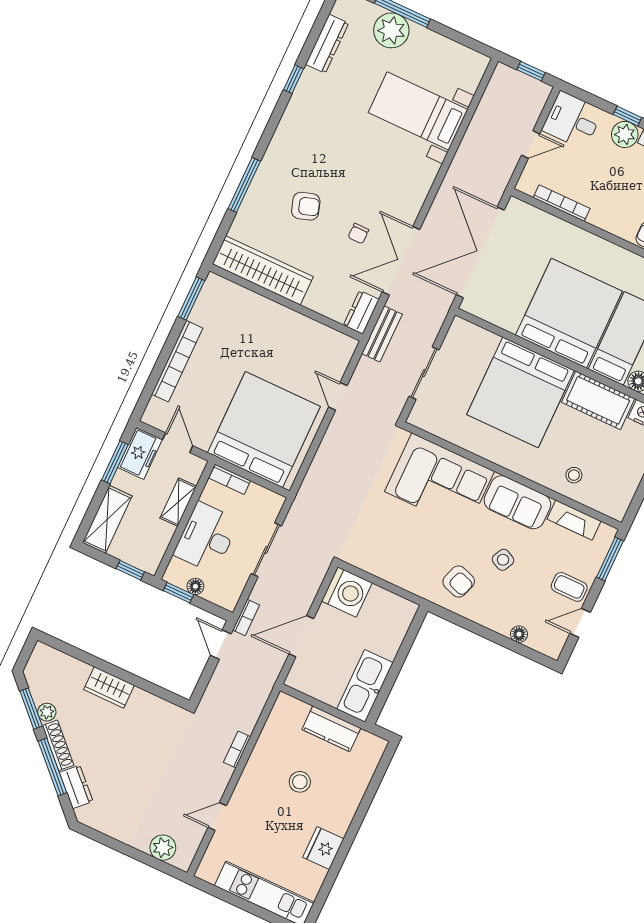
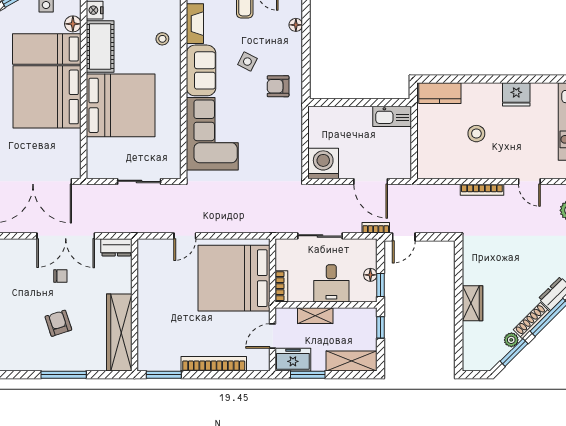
bench: (382, 334) -> (125, 225), removed
desk: (206, 538) -> (331, 283), width x0.73
armchair: (459, 581) -> (278, 86), turned -109
kitchen sink: (365, 686) -> (392, 116), width x0.73, depth x0.81
kitchen counter: (331, 729) -> (440, 93), moved, turned 90
bookcase: (237, 750) -> (482, 190), width x1.56

